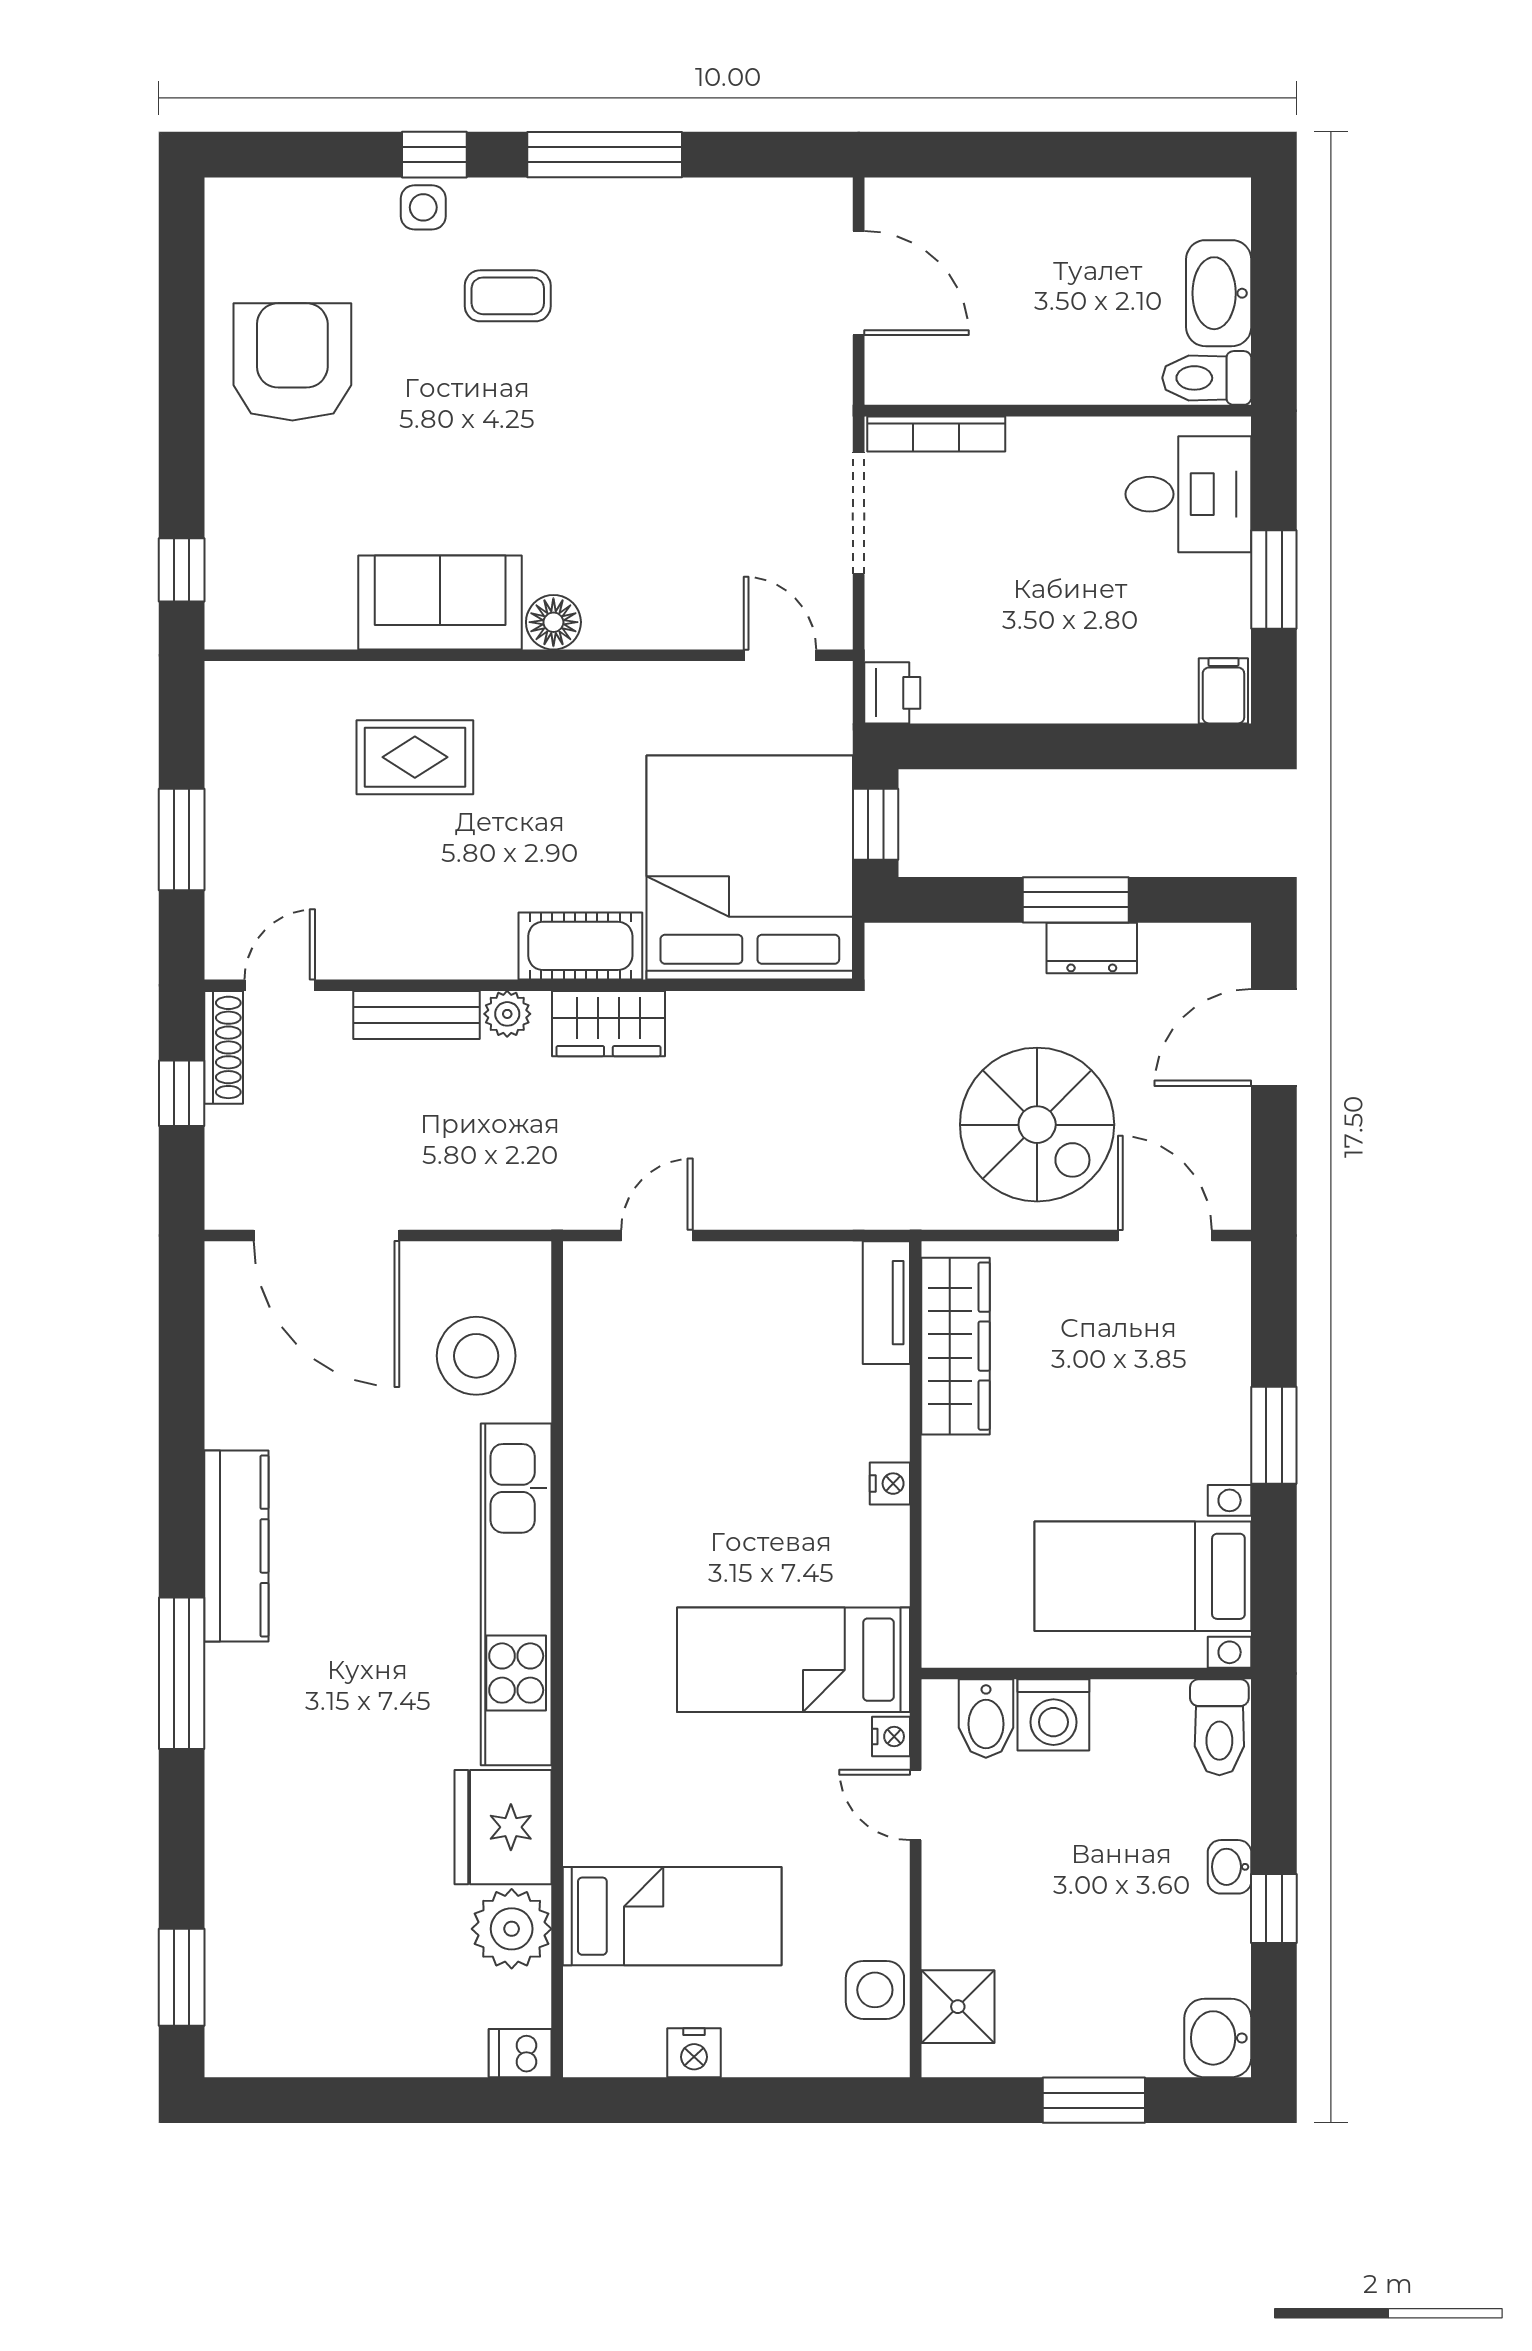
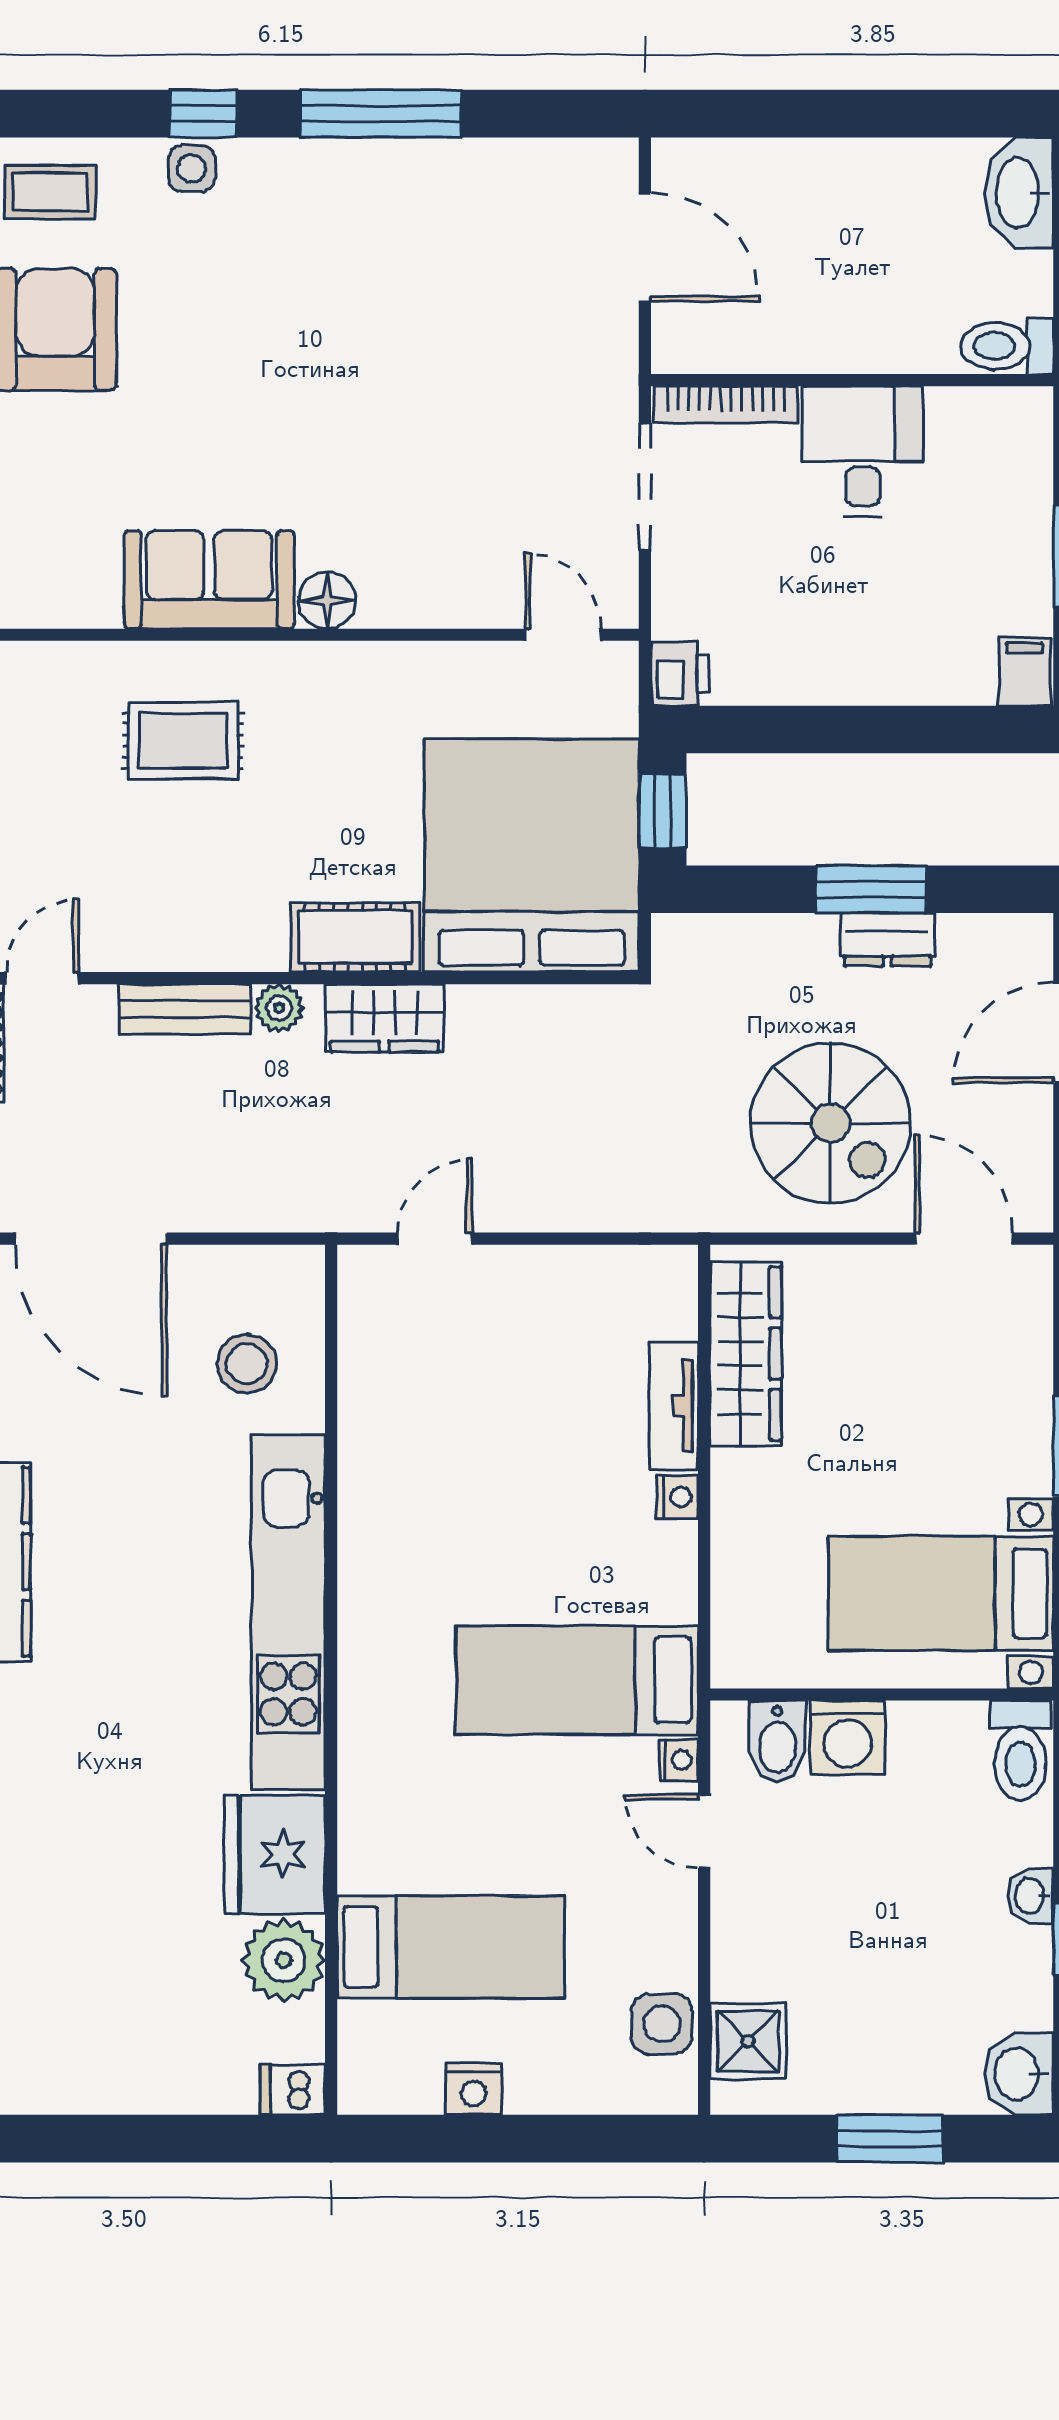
washbasin: (1219, 293) -> (1020, 193), moved
coffee table: (508, 296) -> (50, 192), moved
desk: (1188, 494) -> (863, 451), moved, turned -90
tv unit: (886, 1303) -> (674, 1406), moved
stool: (476, 1356) -> (247, 1364), width x0.73, depth x0.73

